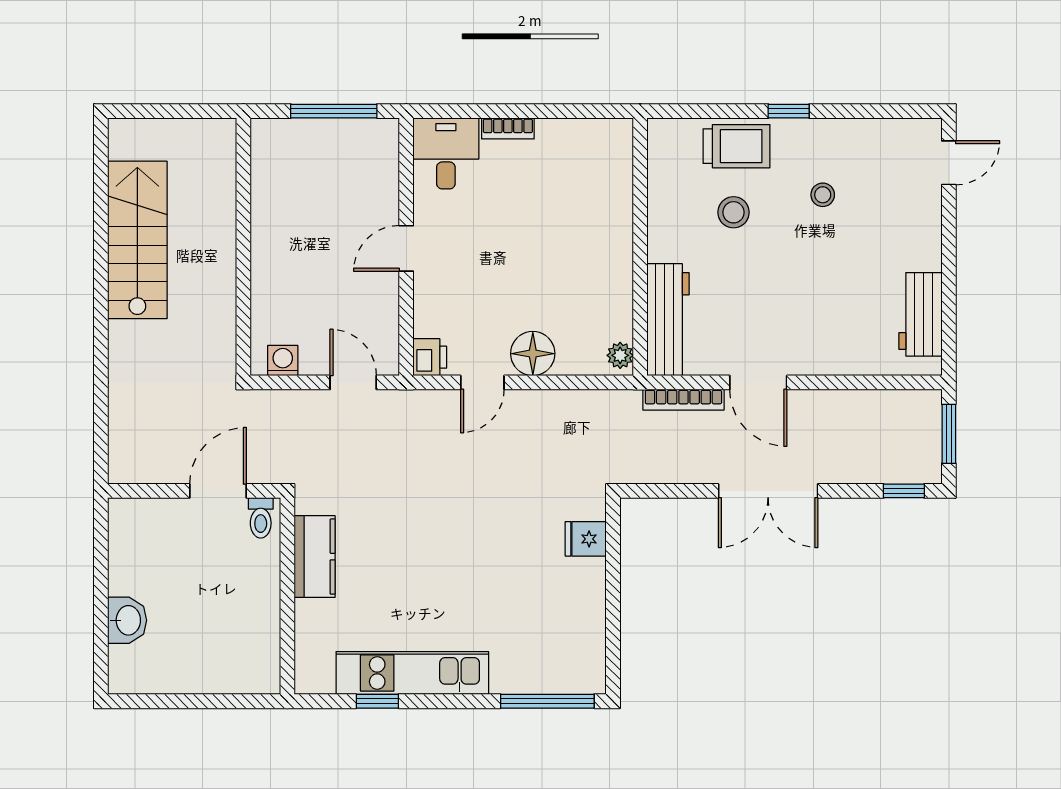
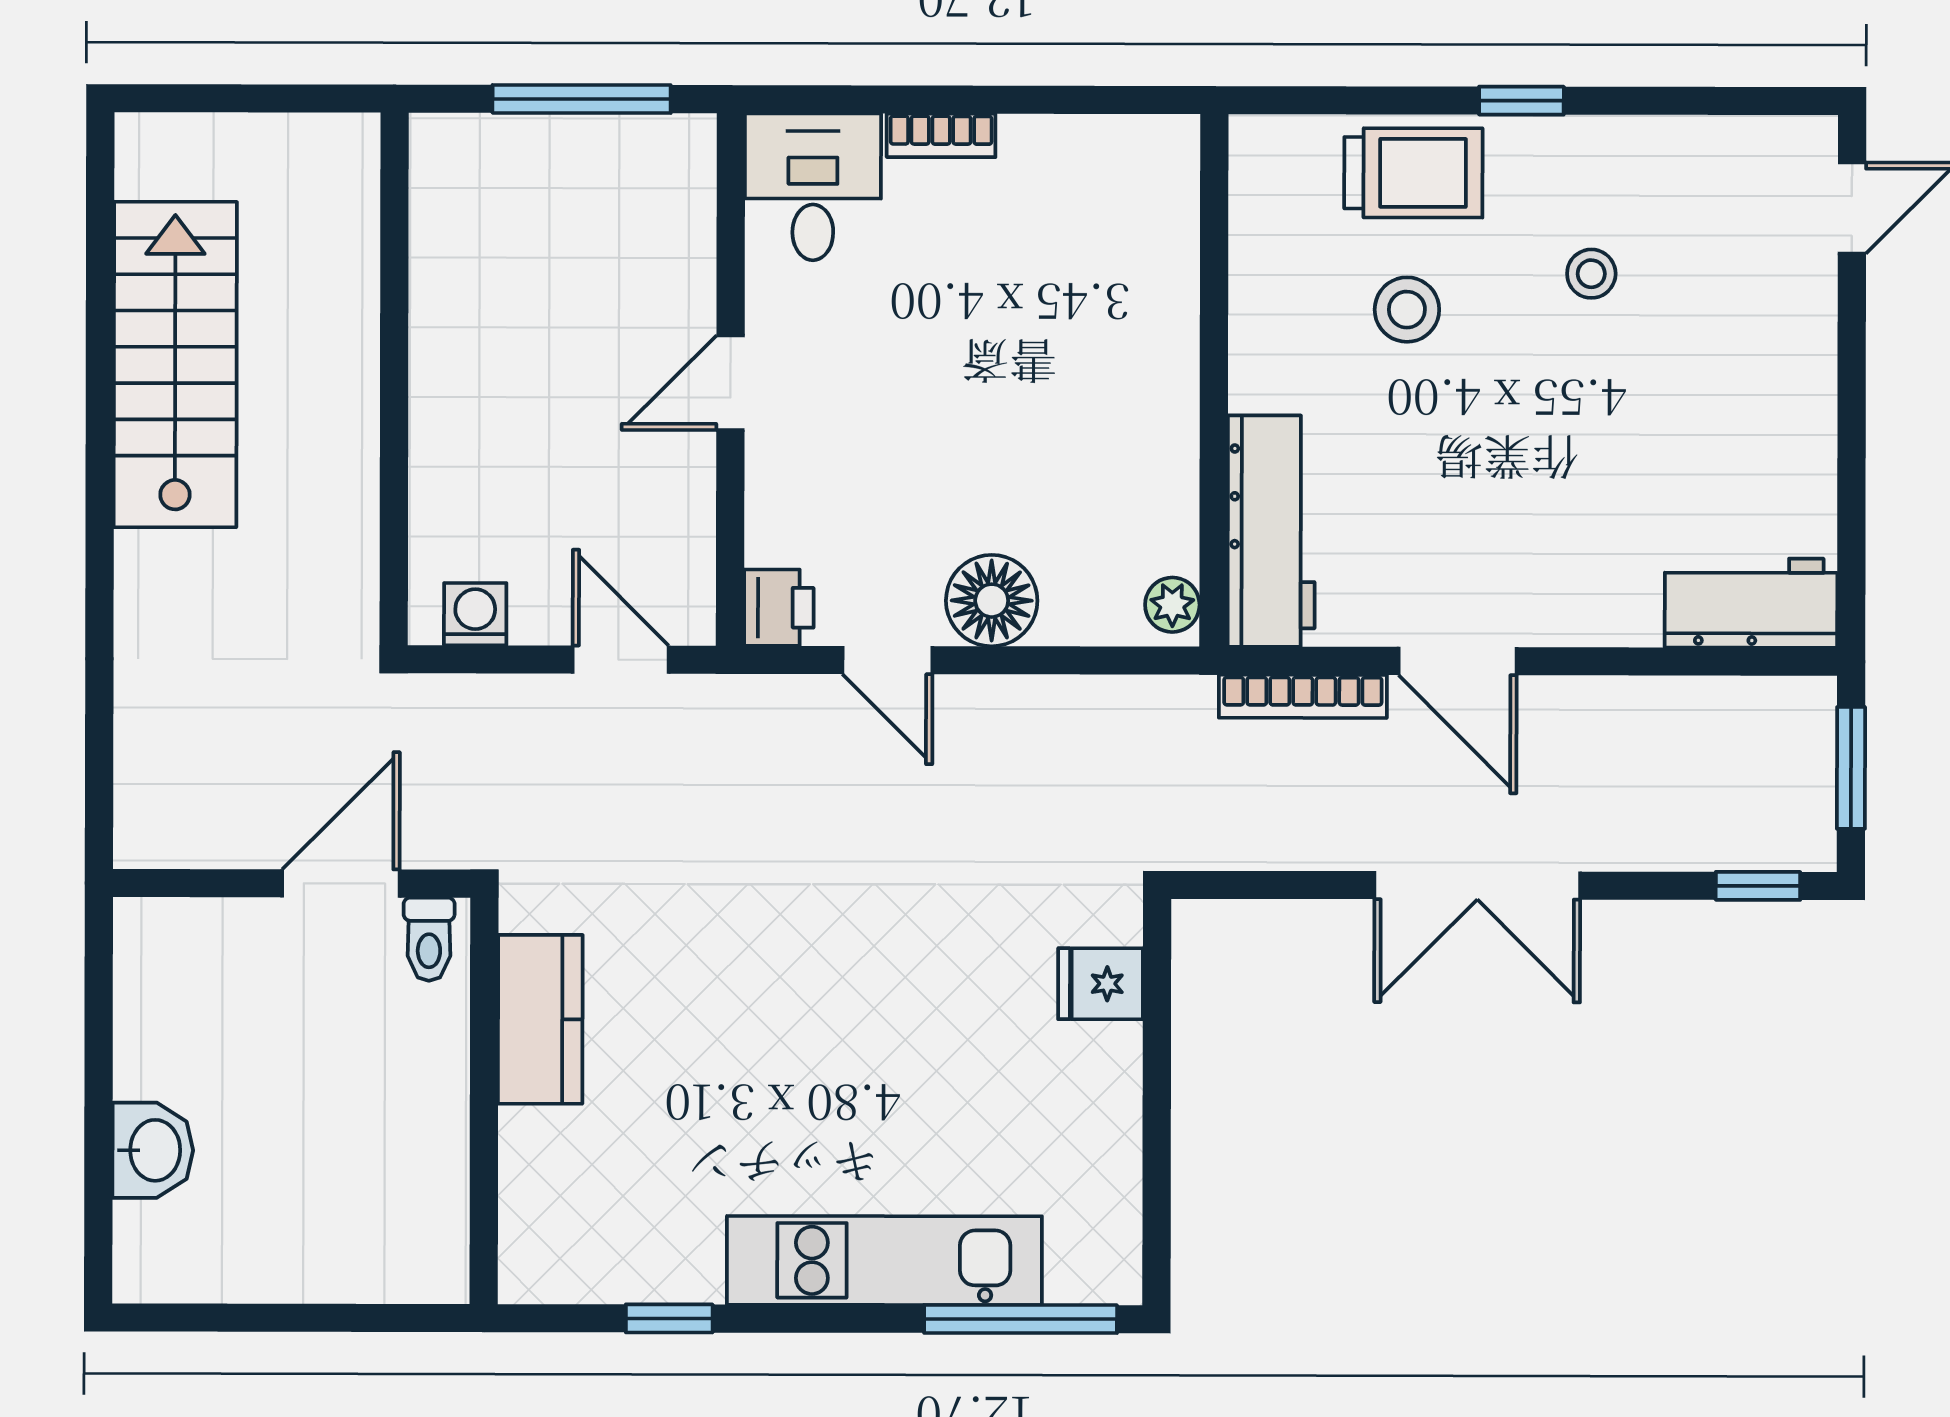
workbench: (920, 314) -> (1751, 603), moved, turned 90
door: (482, 382) -> (887, 660), hinge flipped
kitchen unit: (412, 673) -> (884, 1260), moved

